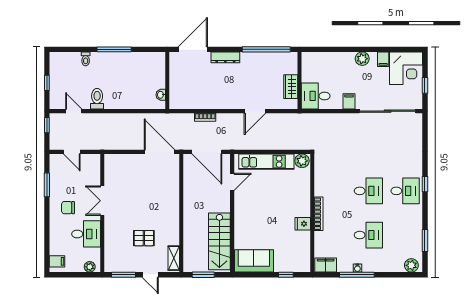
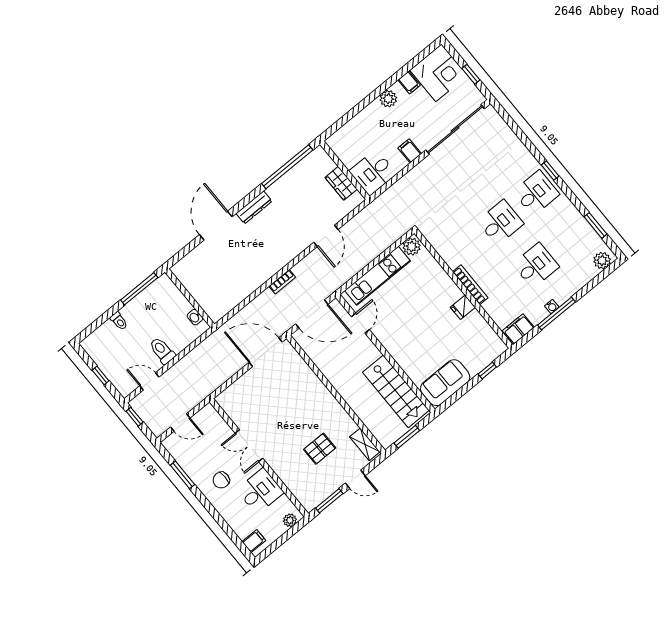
wall: (167, 81) -> (190, 298), moved
washbasin: (161, 95) -> (195, 317), moved

